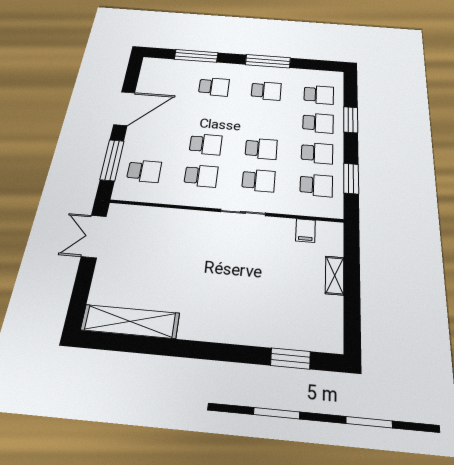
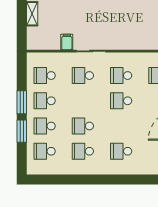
window: (196, 56) -> (138, 179), removed
window: (268, 61) -> (84, 179), removed
school desk: (261, 149) -> (83, 126), moved
window: (351, 179) -> (22, 102), moved
filing cabinet: (306, 231) -> (67, 42), moved

